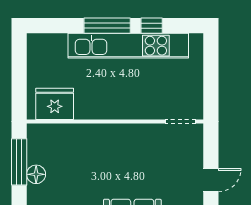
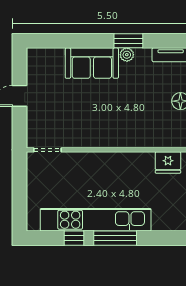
fridge: (55, 104) -> (168, 162), width x0.73, depth x0.75

